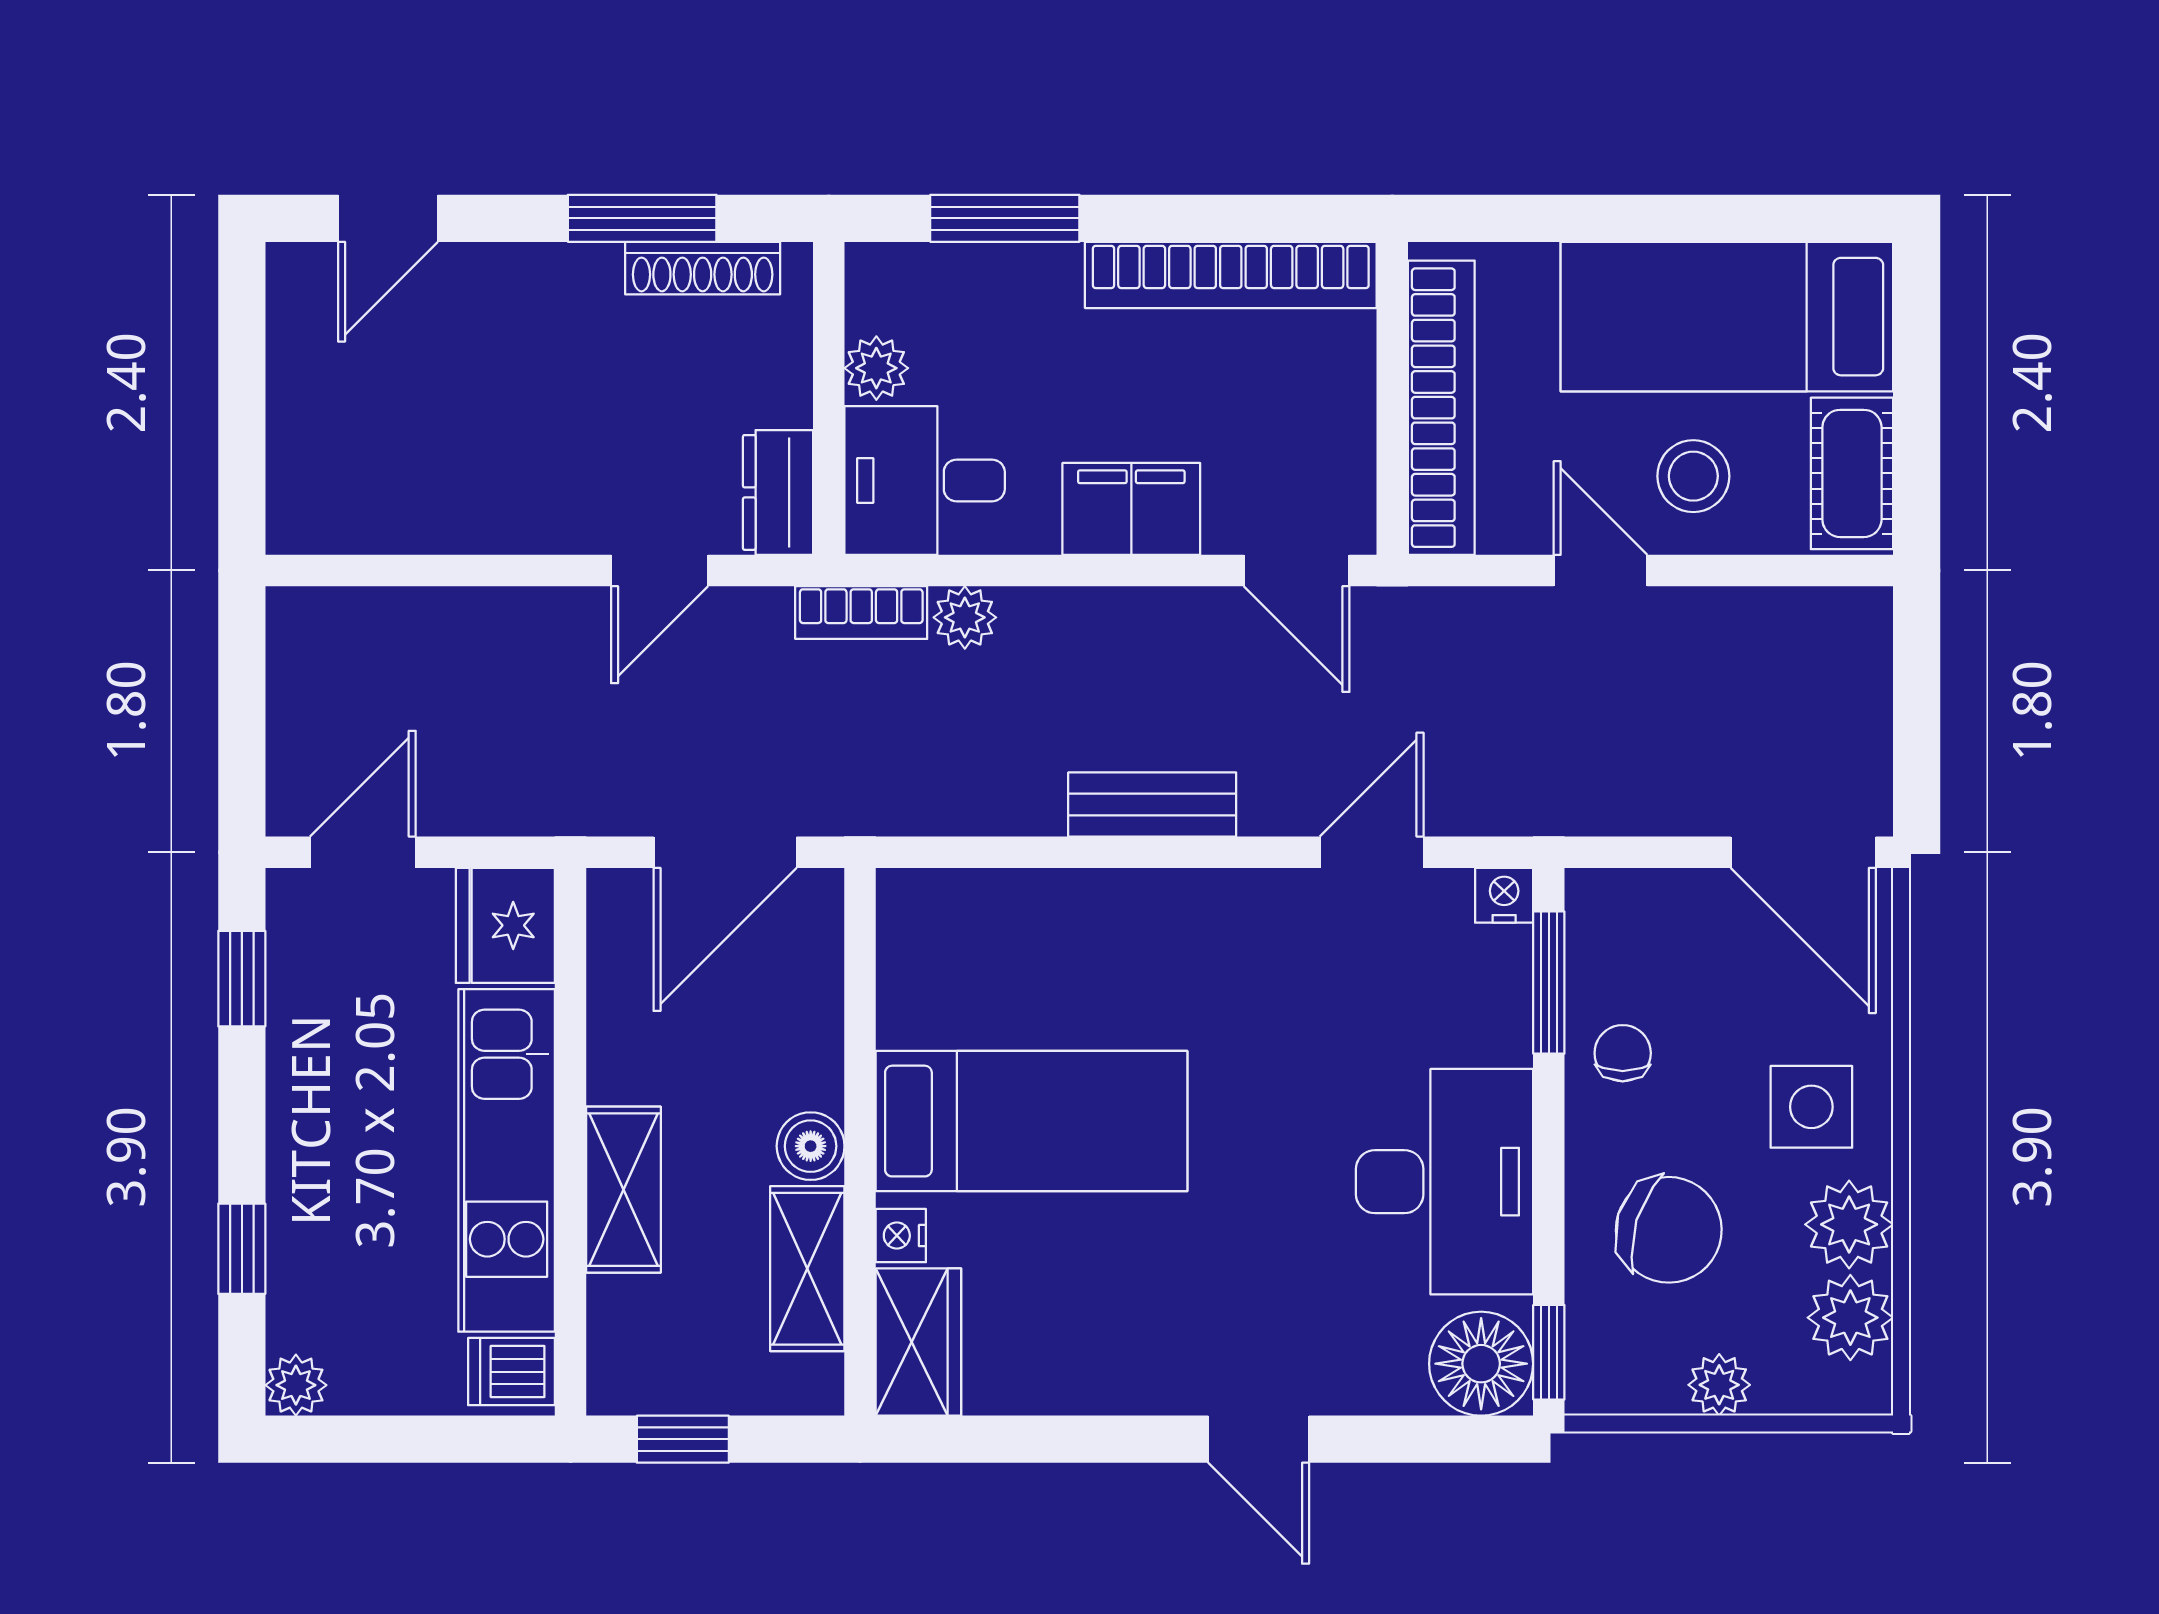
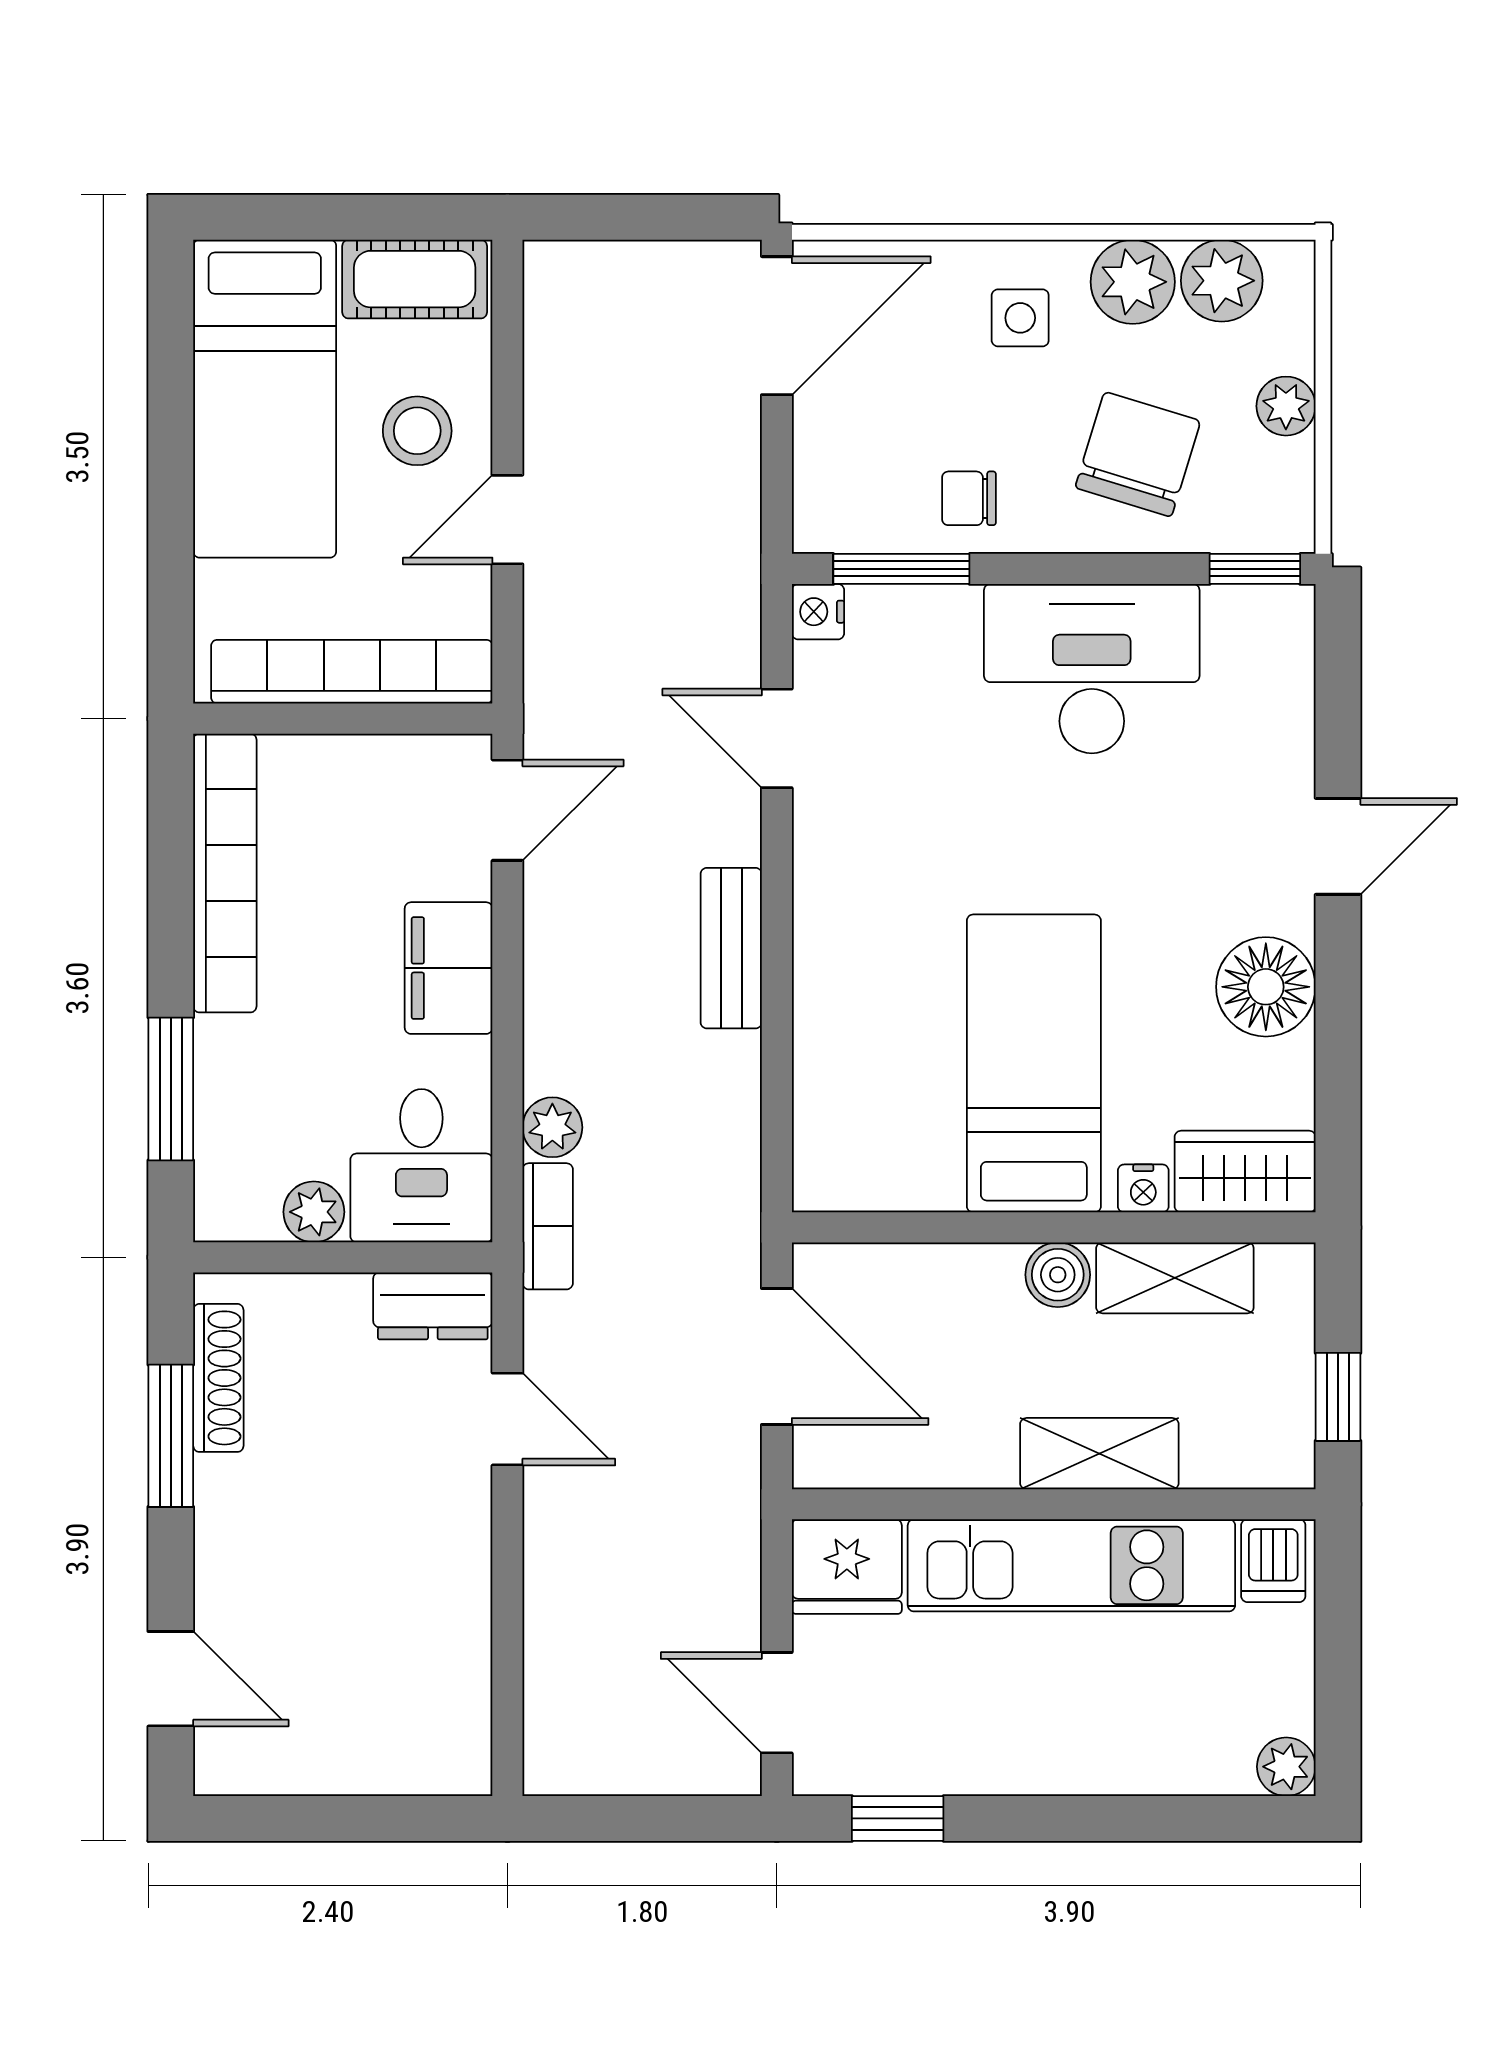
side table: (1811, 1107) -> (1020, 318), width x0.73, depth x0.73
window: (242, 1249) -> (1156, 1818), removed
floor lamp: (1481, 1364) -> (1266, 987), moved

